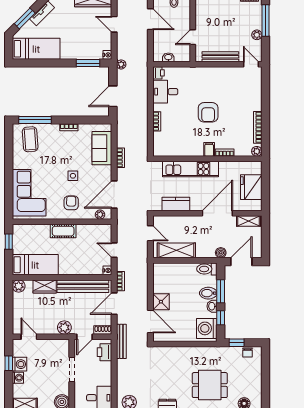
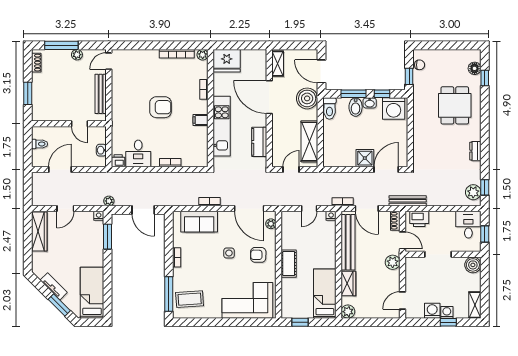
filing cabinet: (209, 149) -> (201, 120), moved
fridge: (251, 187) -> (227, 61), moved
boiler: (221, 253) -> (307, 98), width x1.86, depth x1.86
window: (9, 363) -> (448, 322), moved

